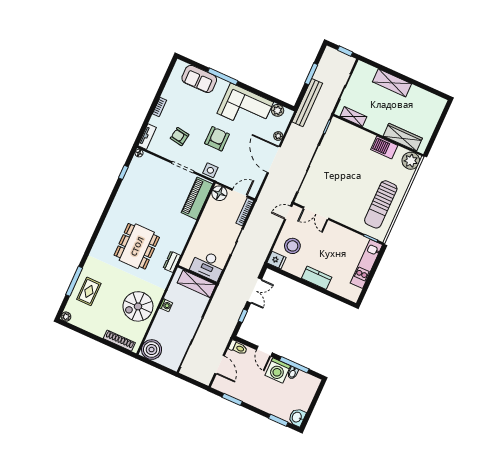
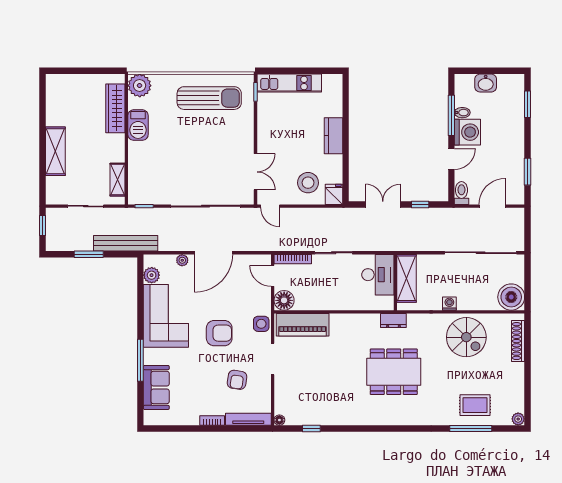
tv unit: (147, 137) -> (248, 419), width x1.41
armchair: (217, 139) -> (219, 333), turned 180
washbasin: (297, 417) -> (486, 83), moved

